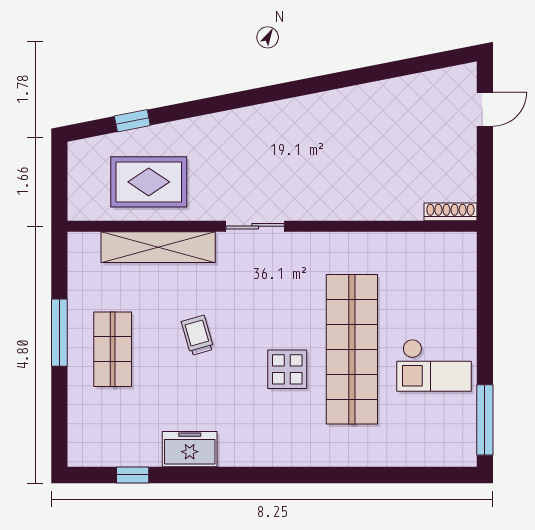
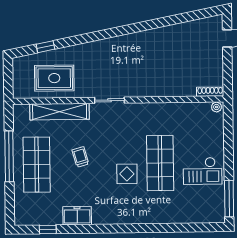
plant: (462, 242) -> (216, 107), added
window: (59, 333) -> (9, 156), width x1.46
shop shelf: (113, 349) -> (37, 165), width x1.43, depth x1.36
shop shelf: (352, 349) -> (160, 163), width x0.71

